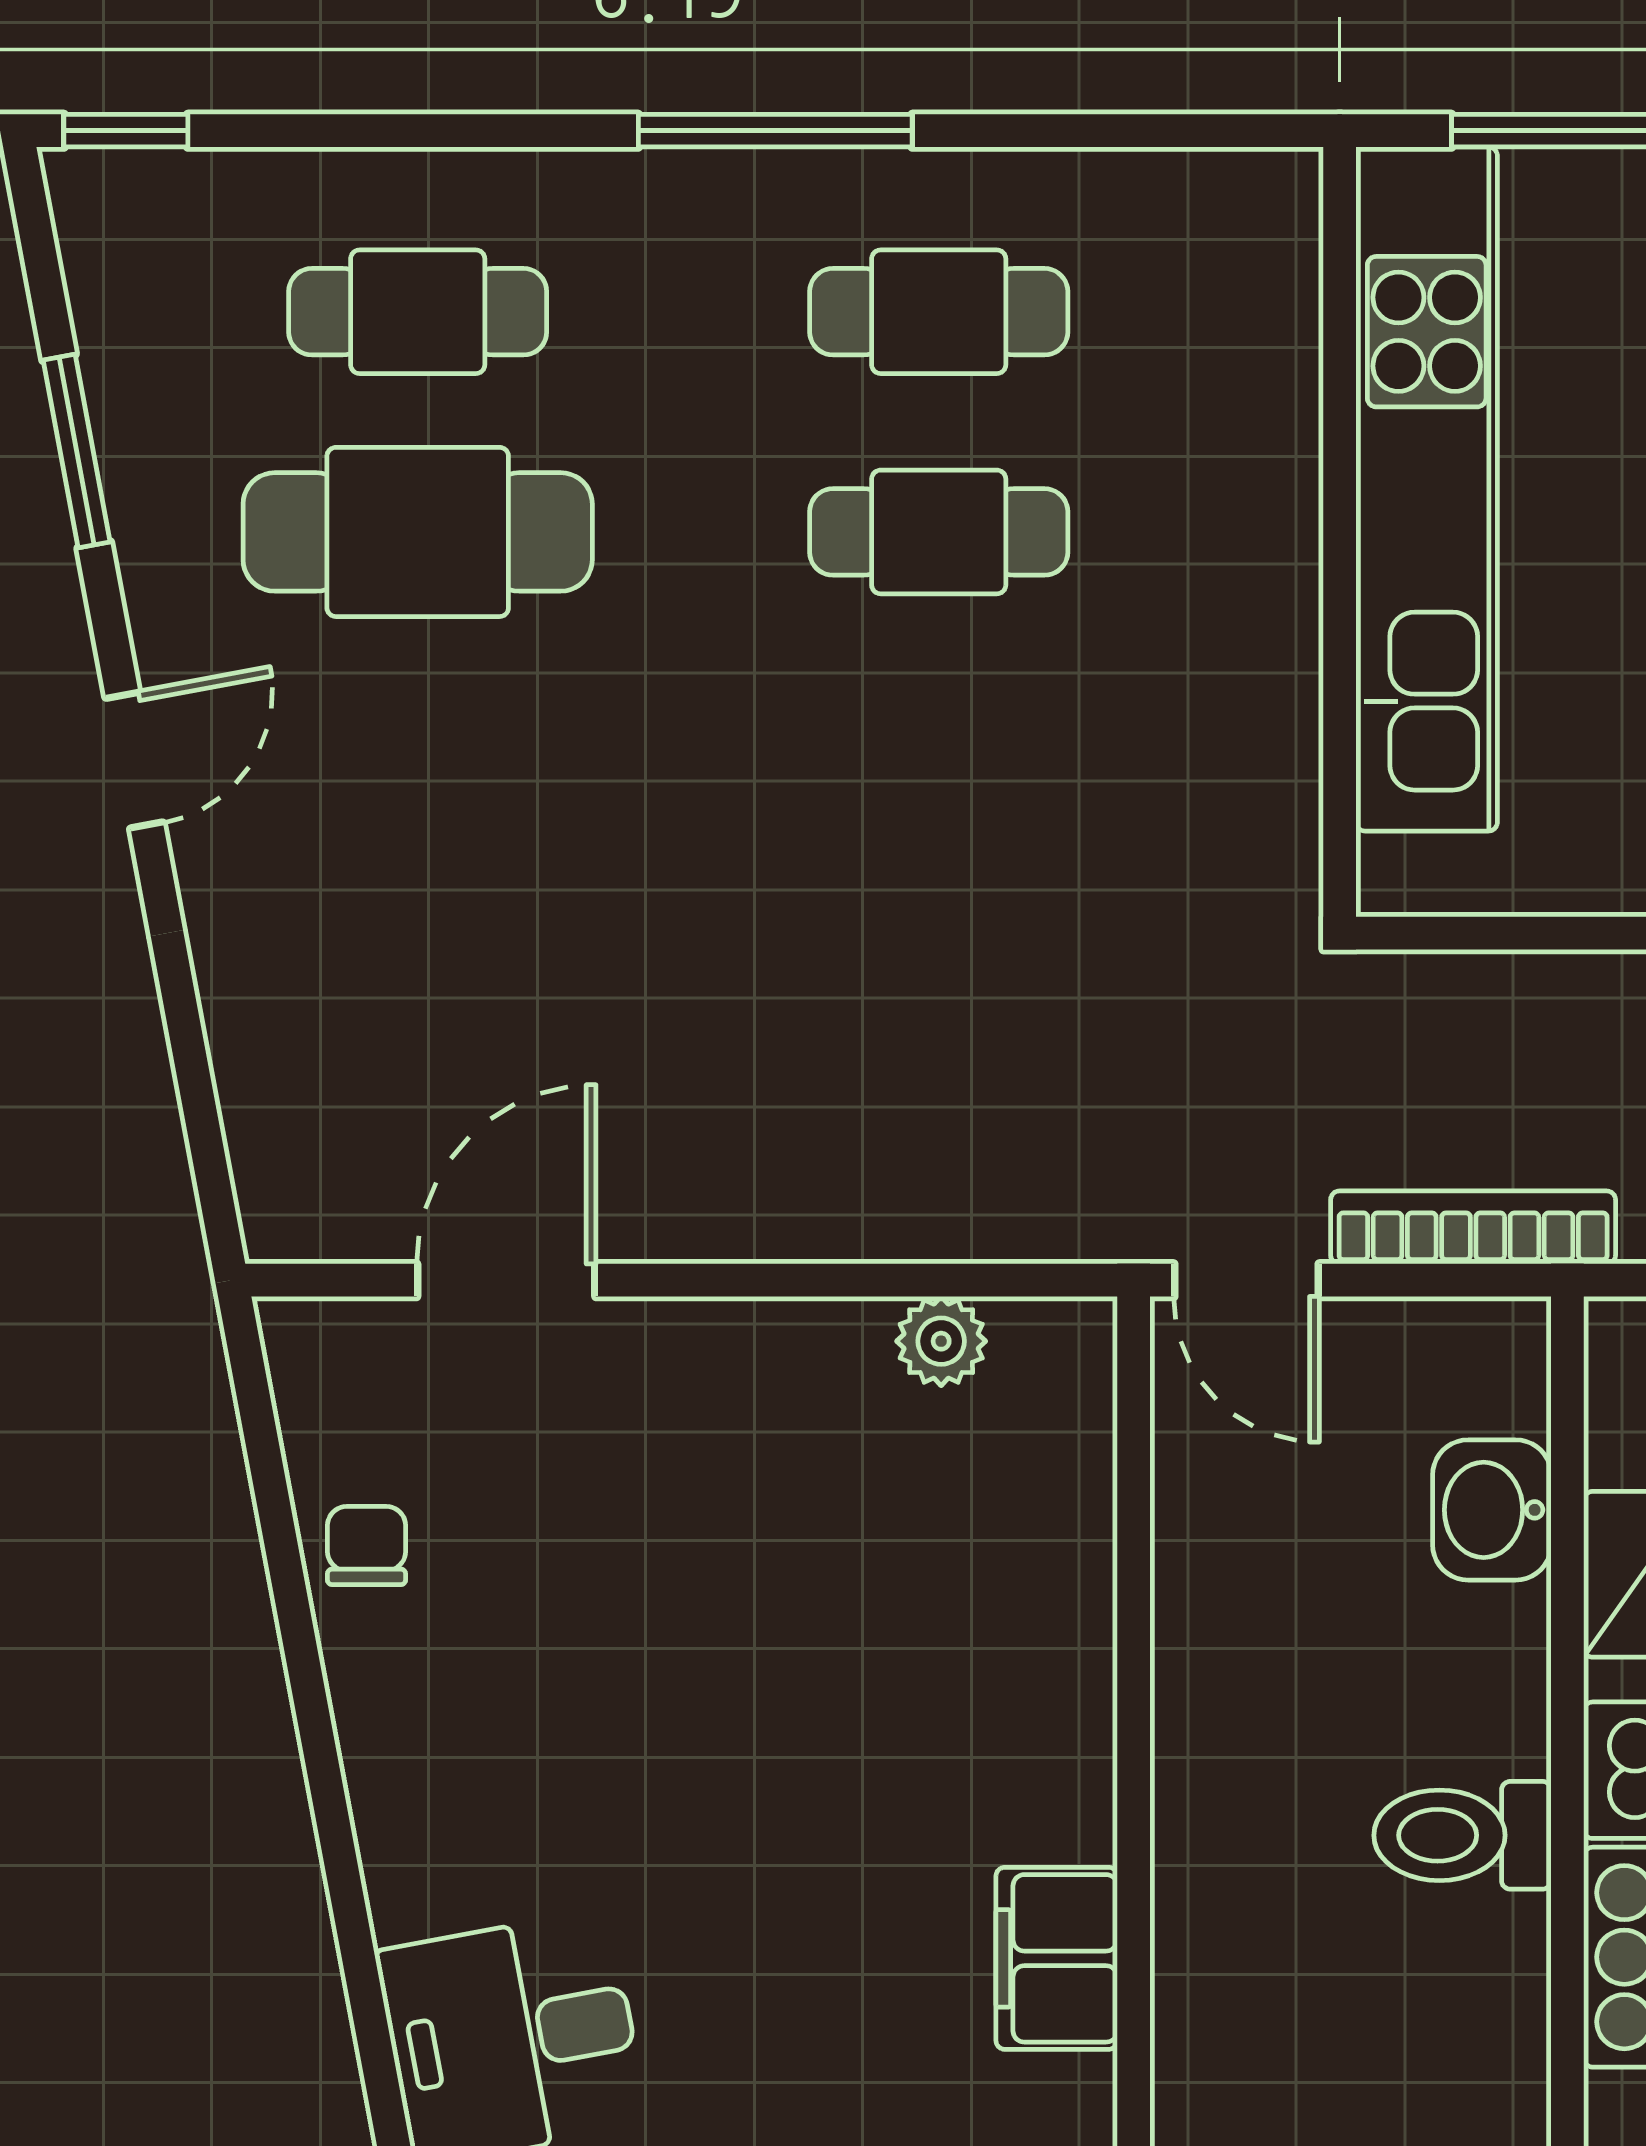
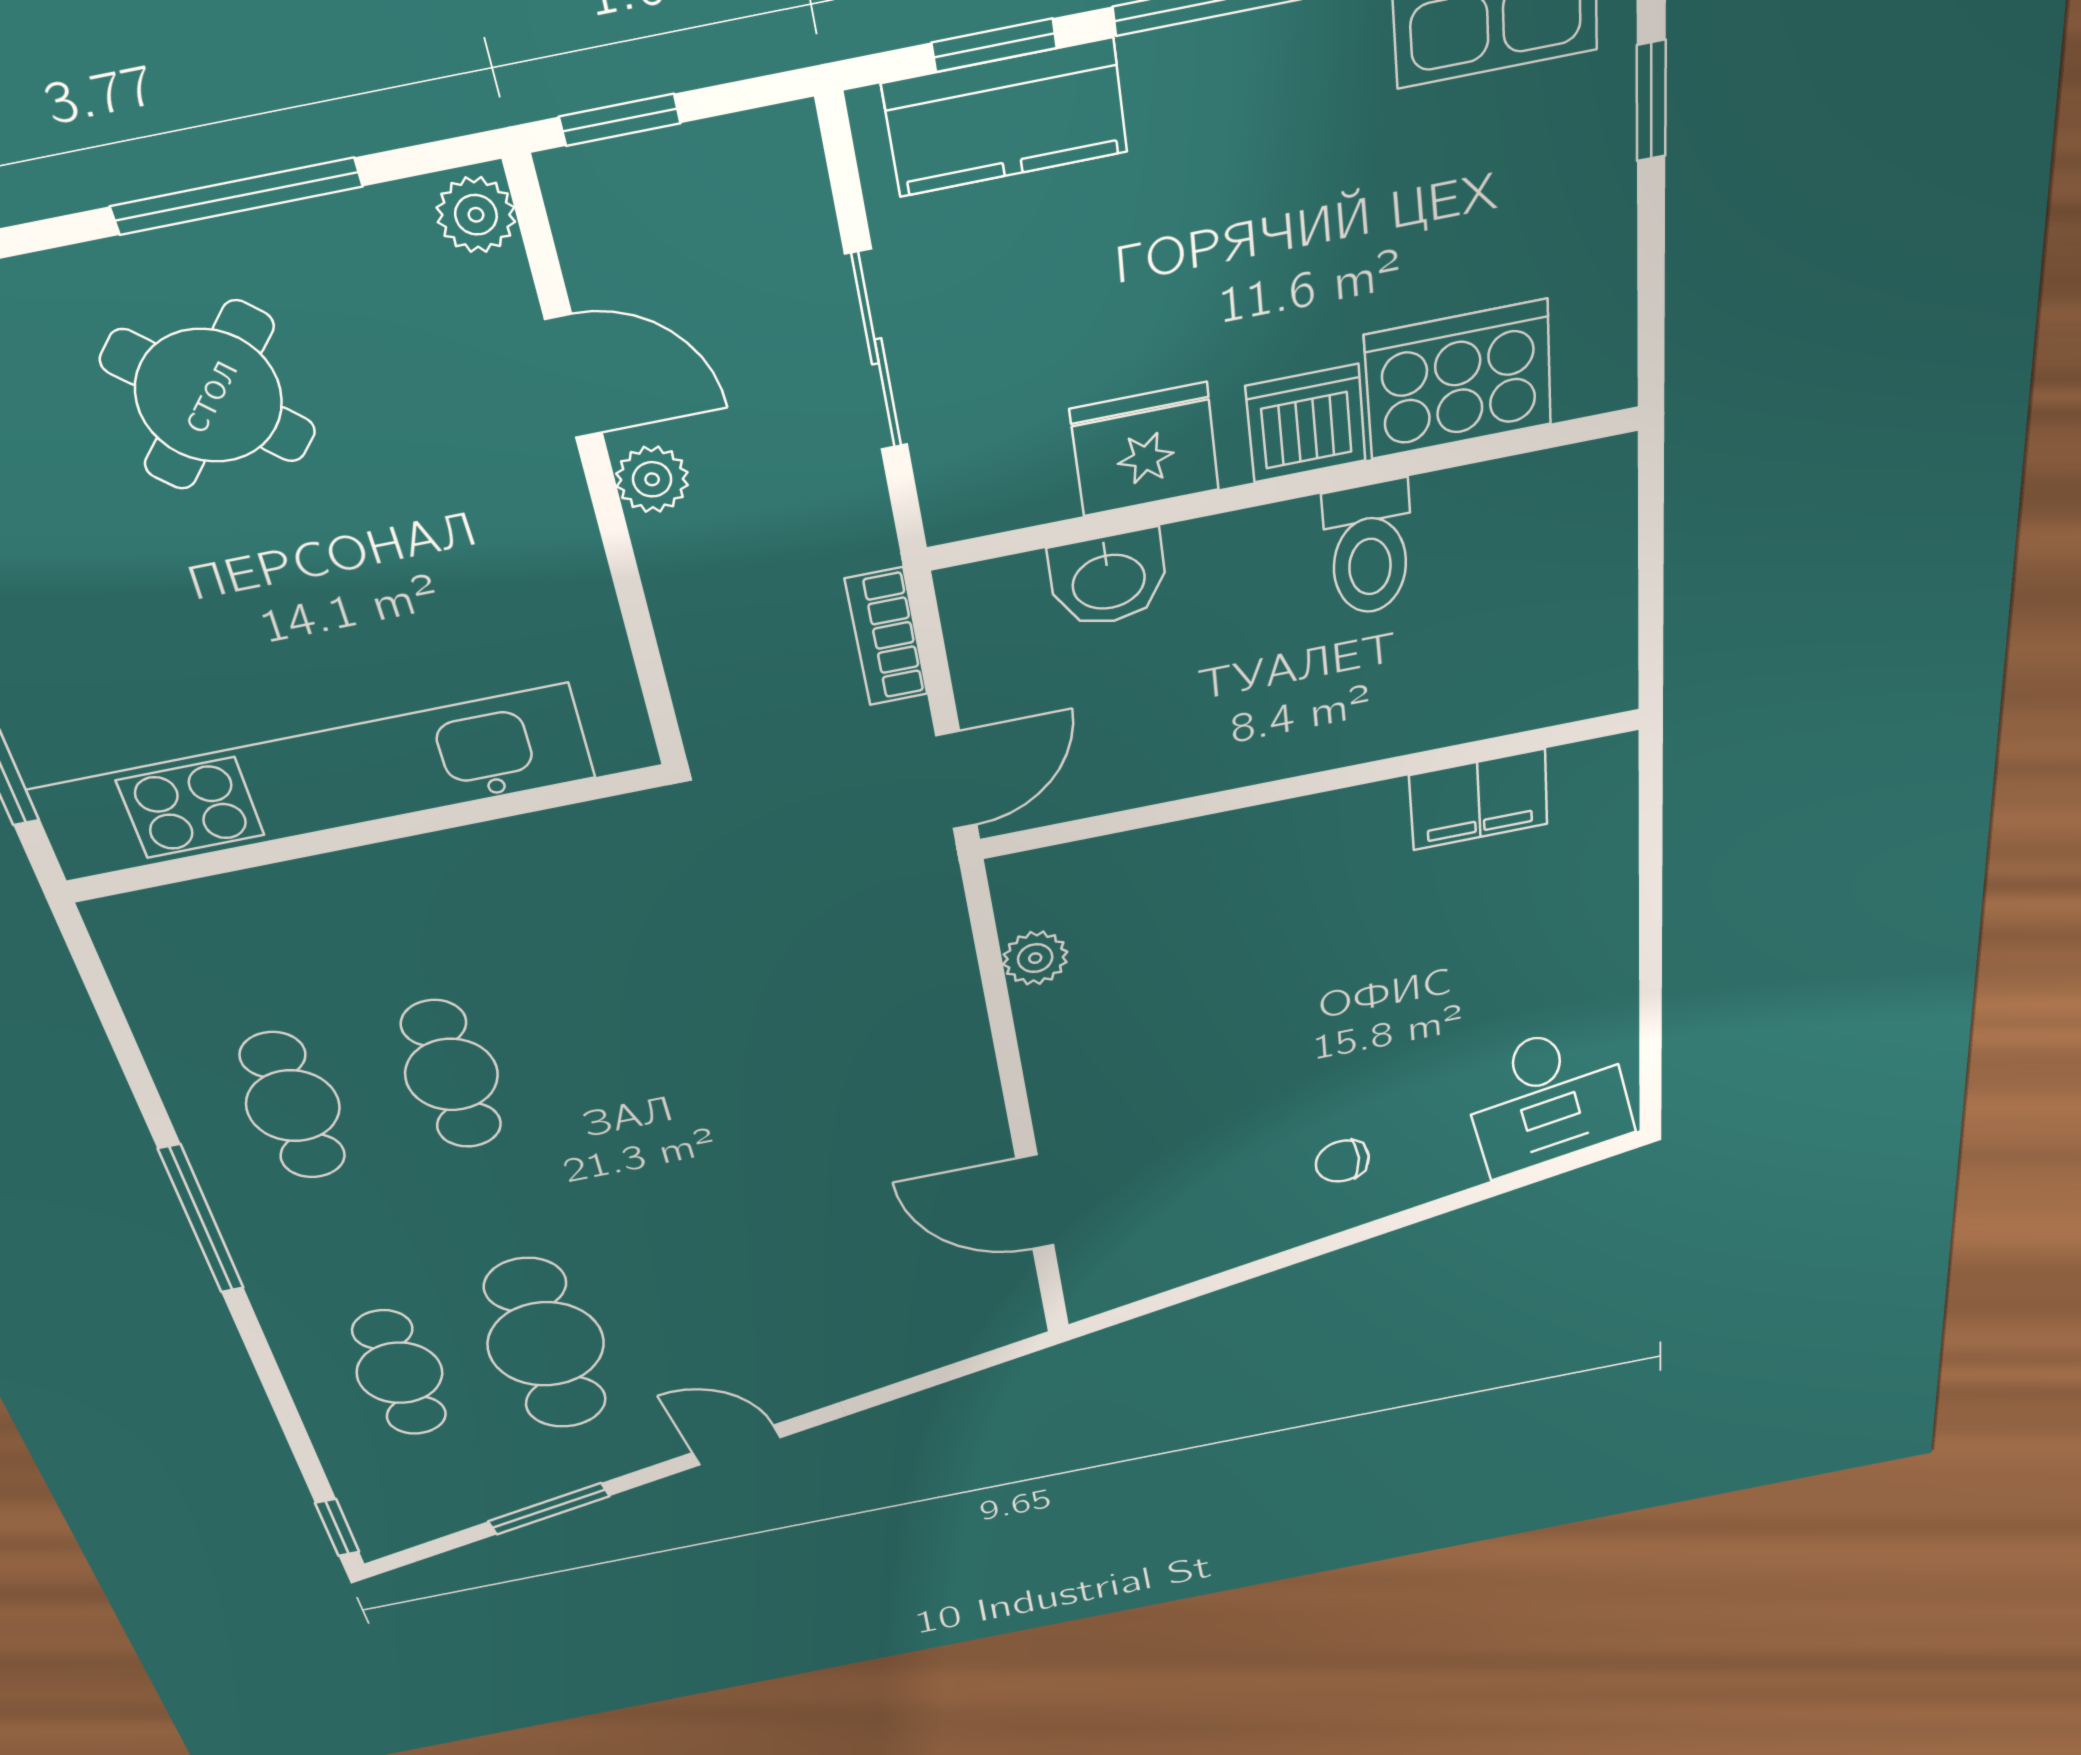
bookcase: (1473, 1227) -> (886, 637), width x0.64
chair: (367, 1546) -> (1342, 1161), moved

